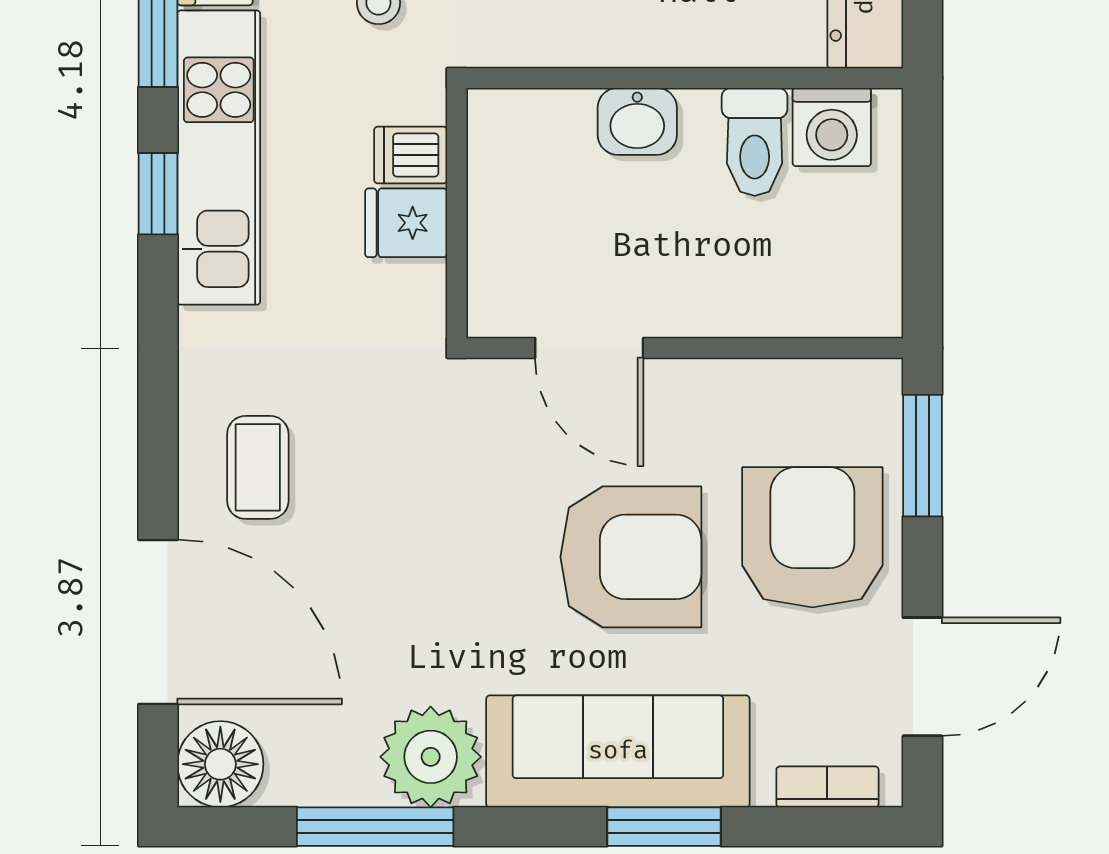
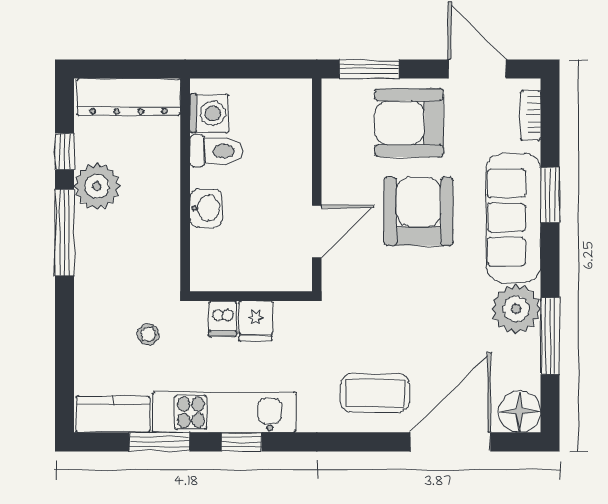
coffee table: (258, 467) -> (375, 393), width x1.36, depth x1.30

